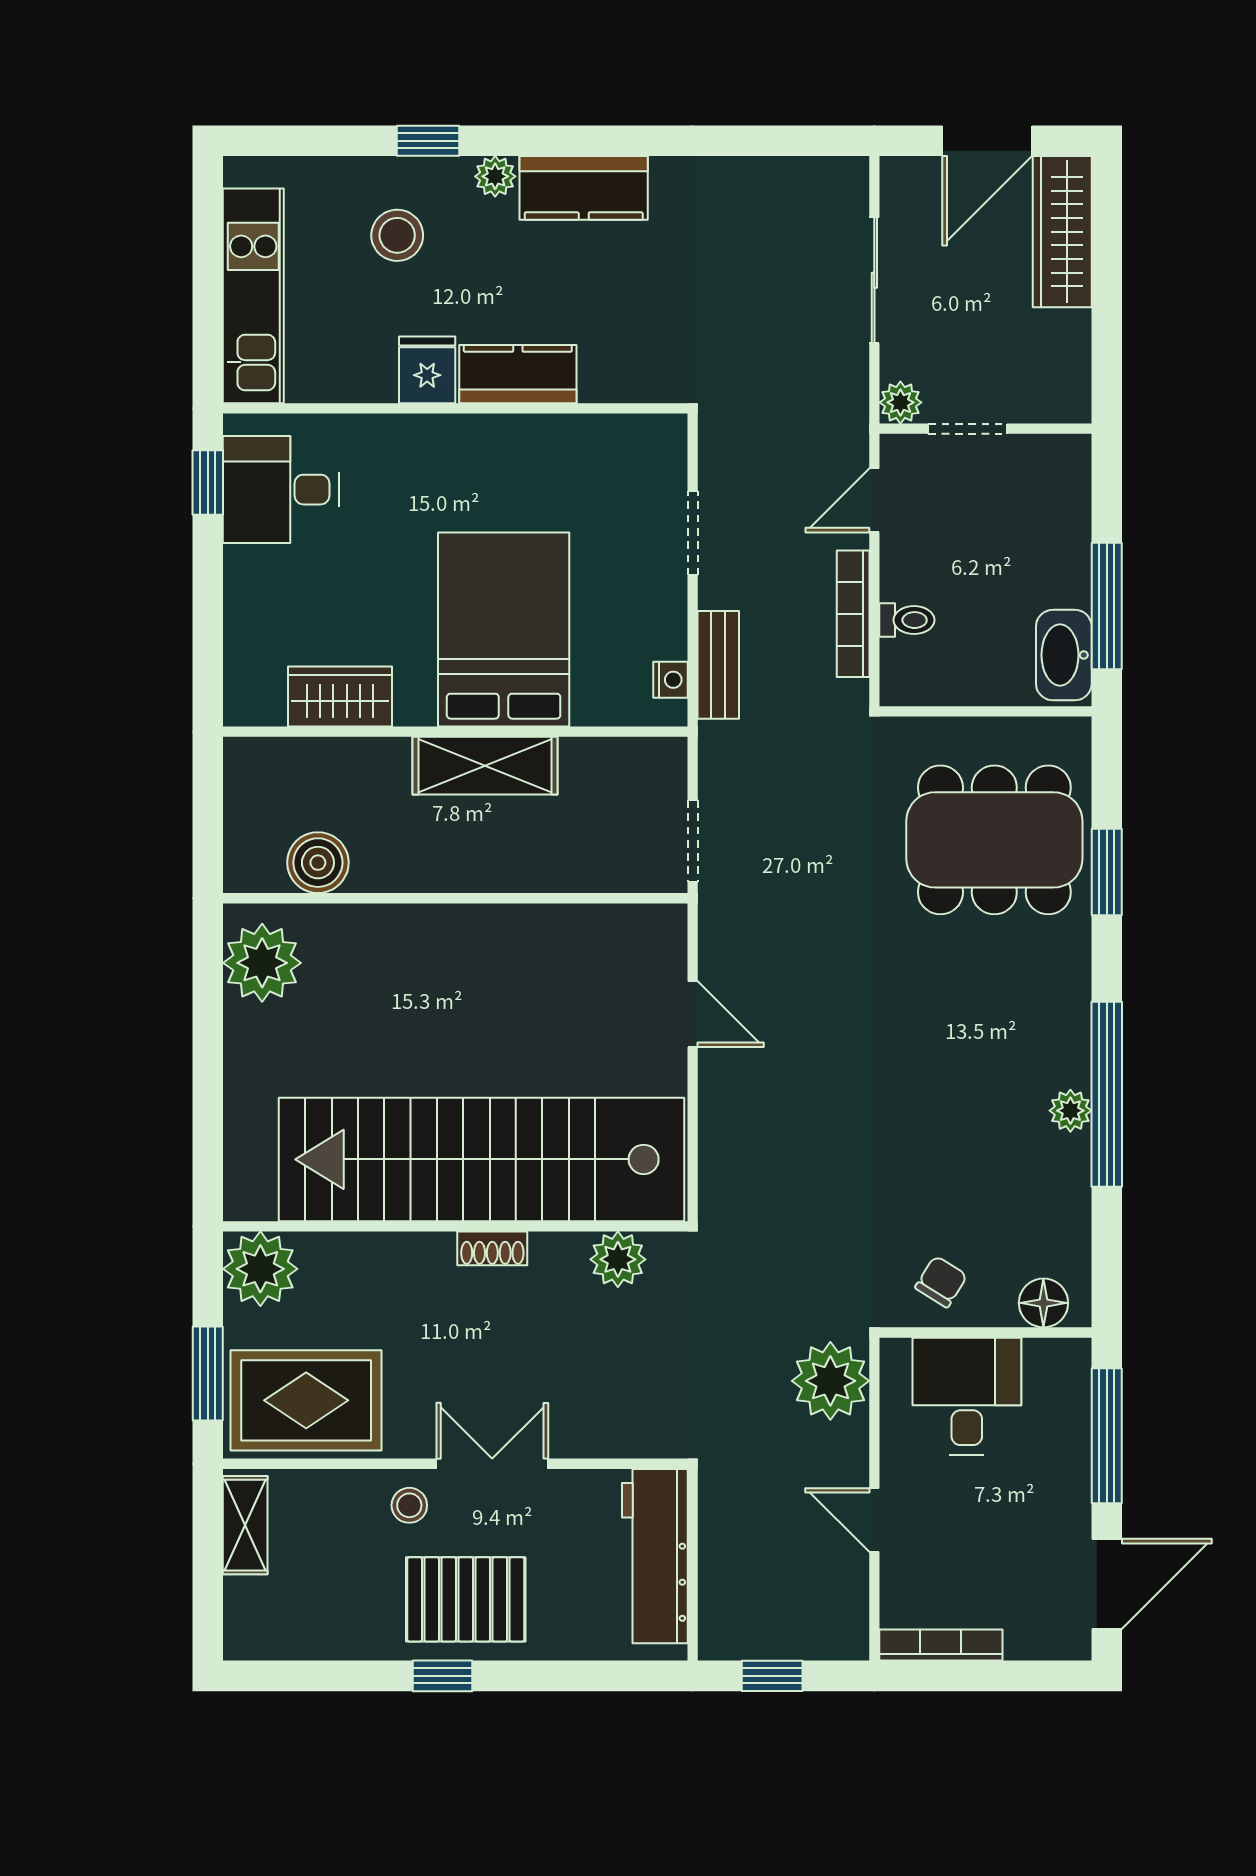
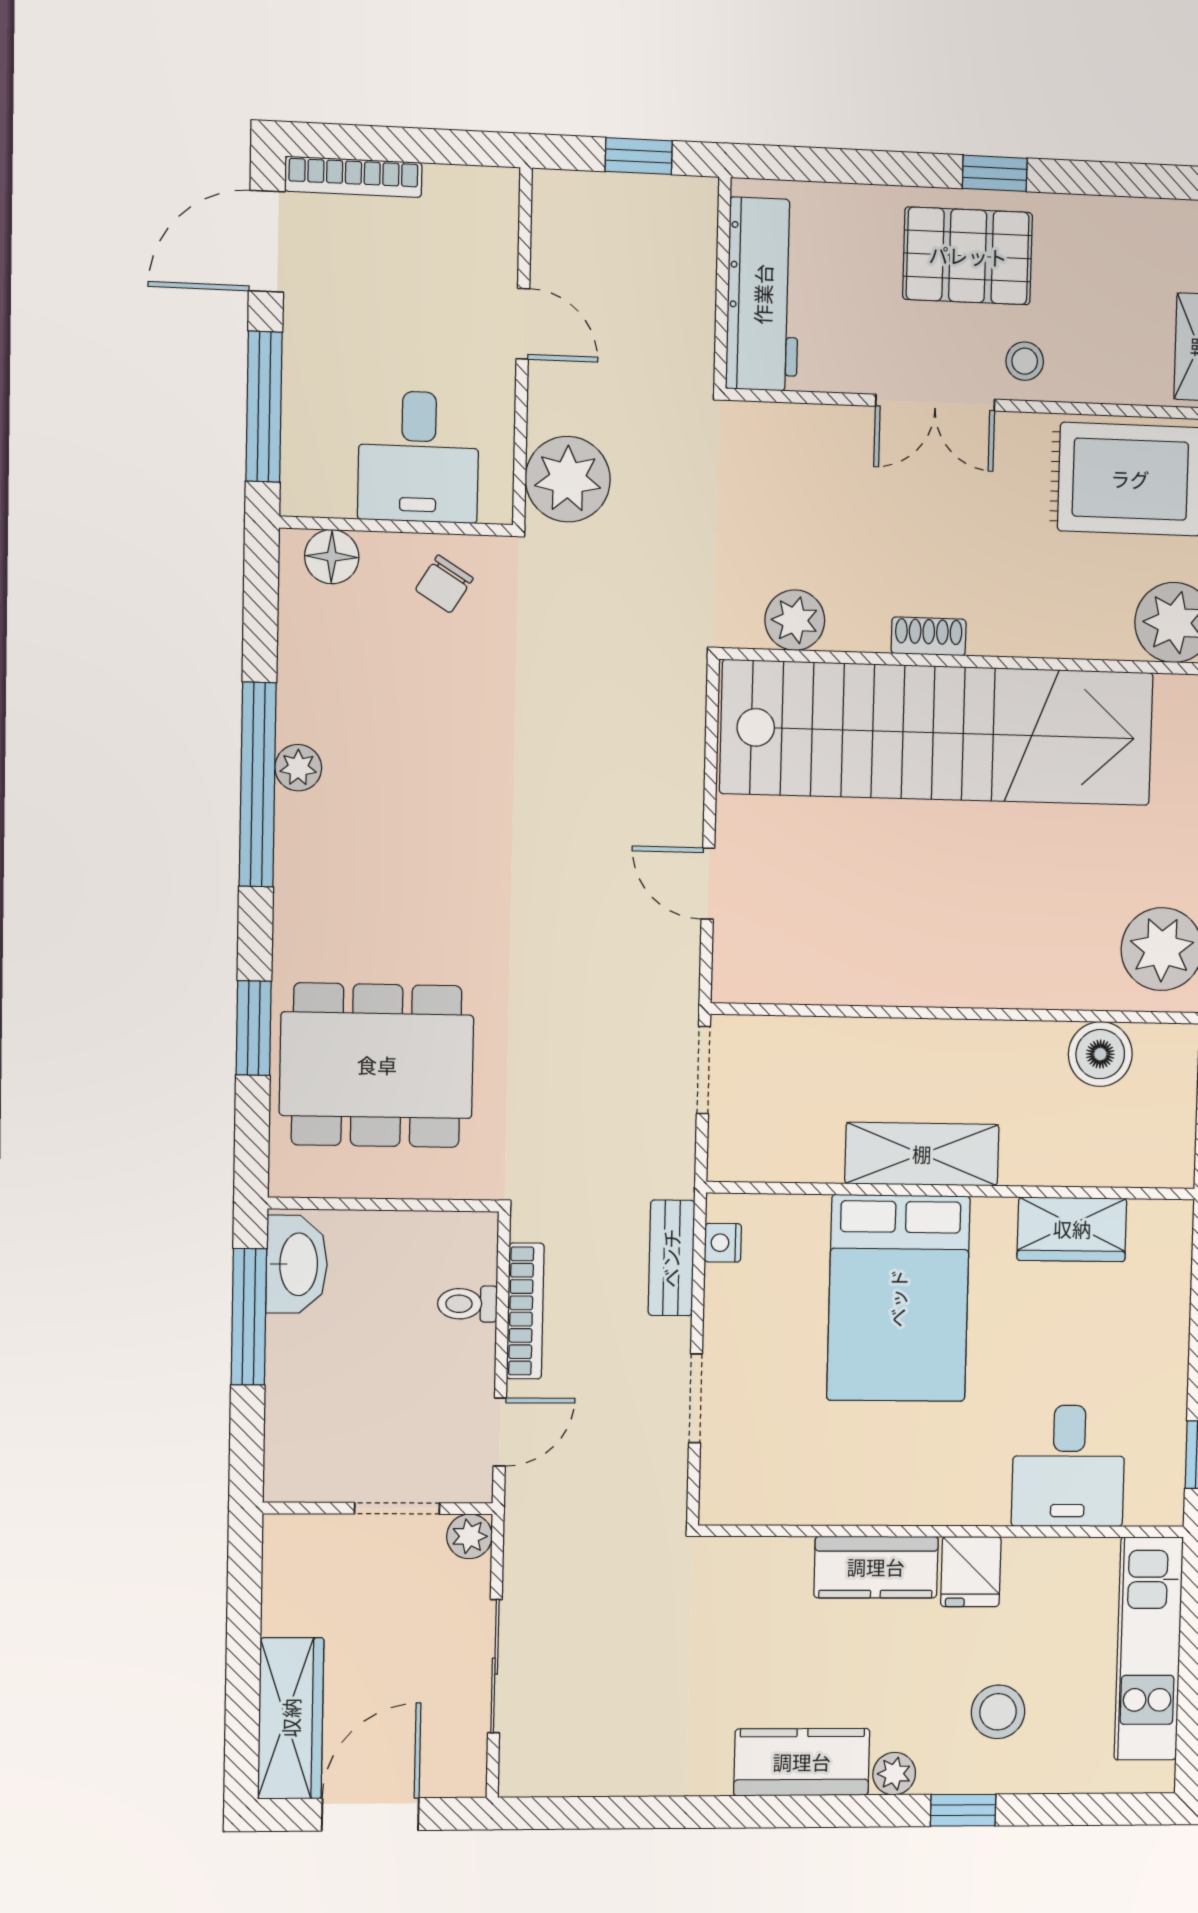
desk: (281, 490) -> (1069, 1466), moved, turned 90
bookcase: (941, 1645) -> (353, 177), moved

